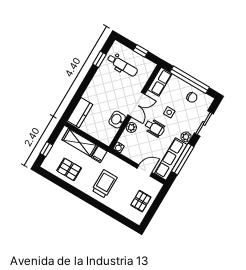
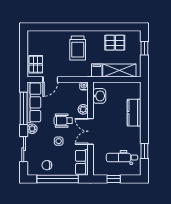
kitchen counter: (80, 113) -> (134, 113), moved
washbasin: (117, 120) -> (99, 96), moved
pallet: (141, 201) -> (36, 64), moved

